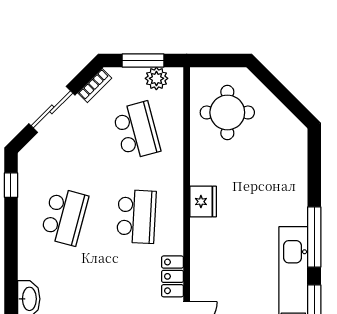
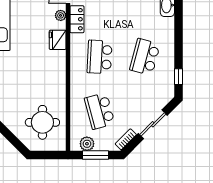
fridge: (203, 202) -> (58, 40), moved
plant: (198, 282) -> (61, 15), added

